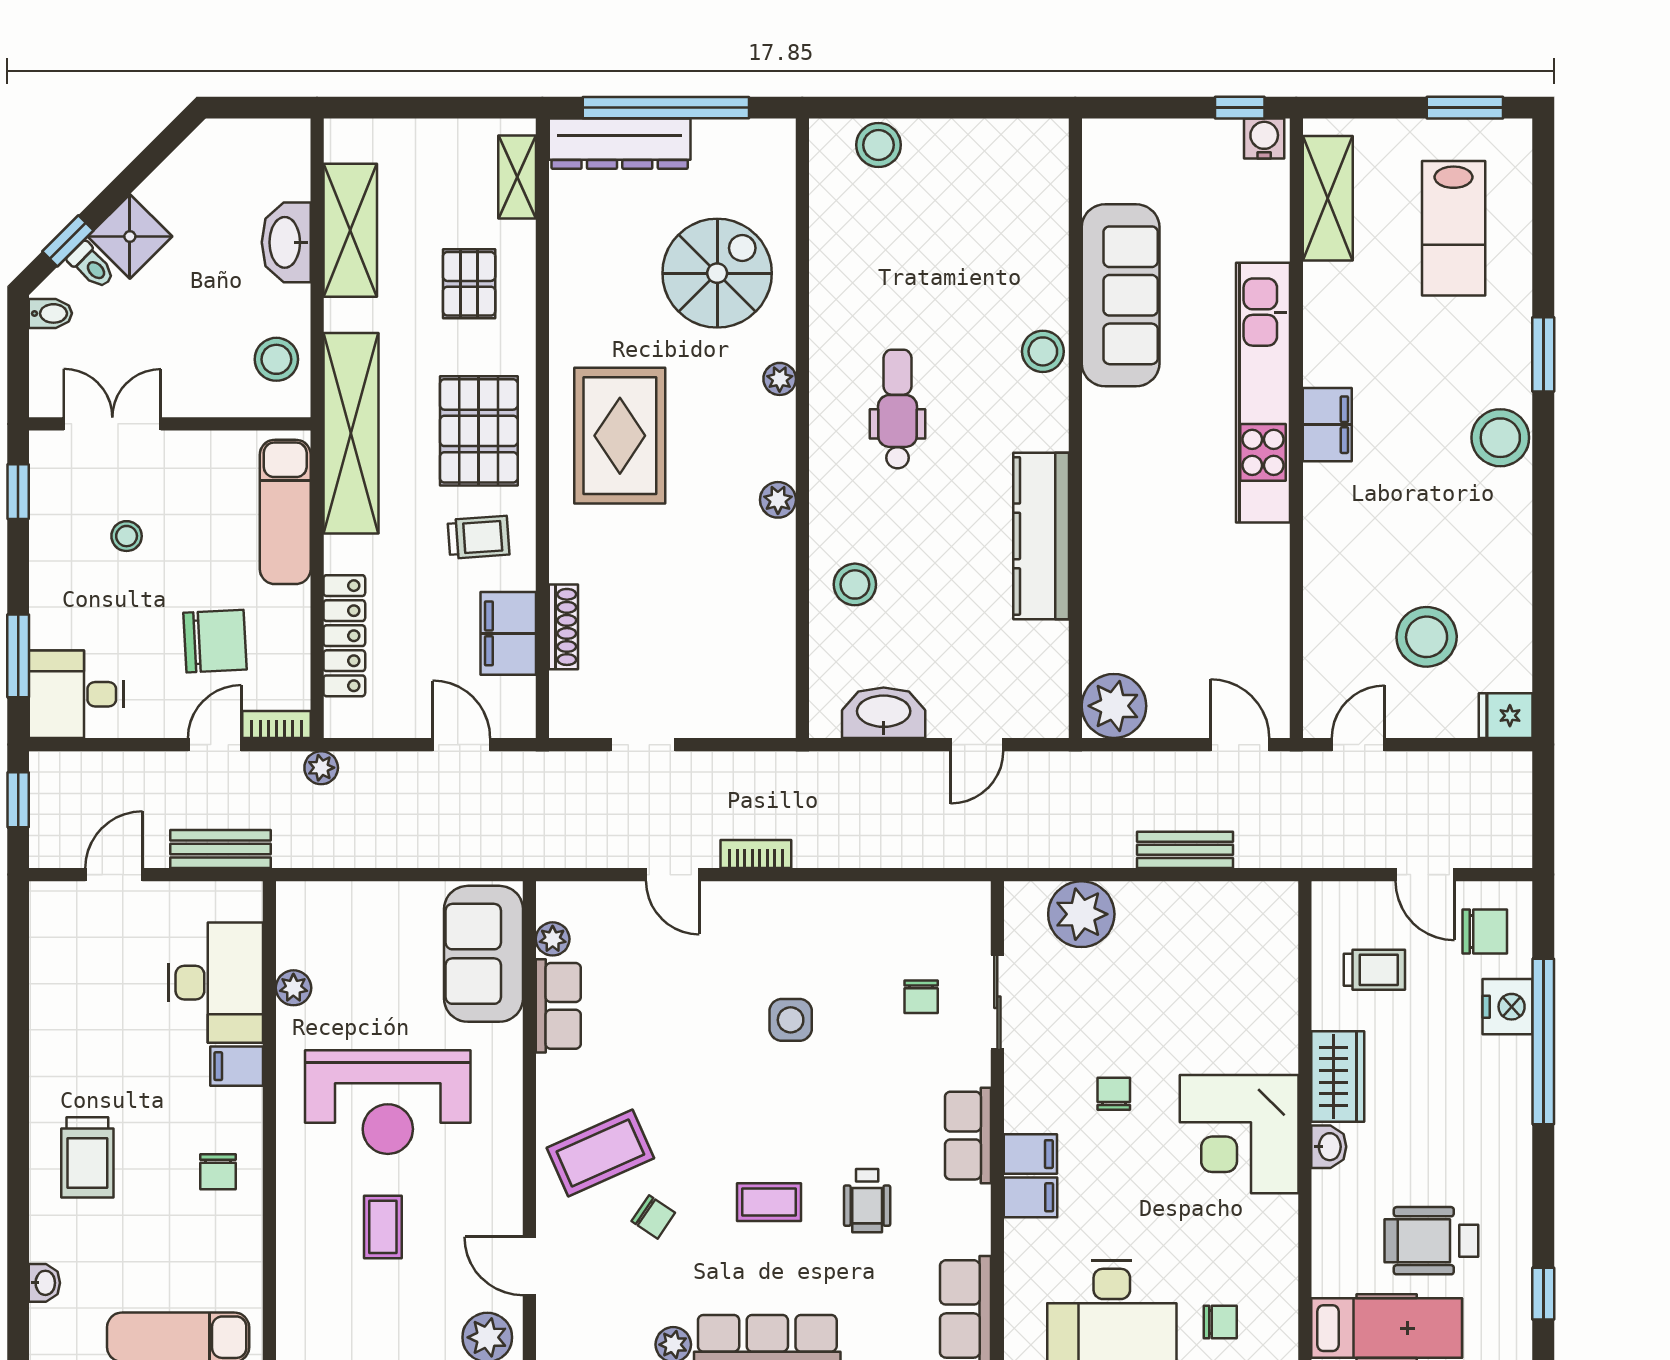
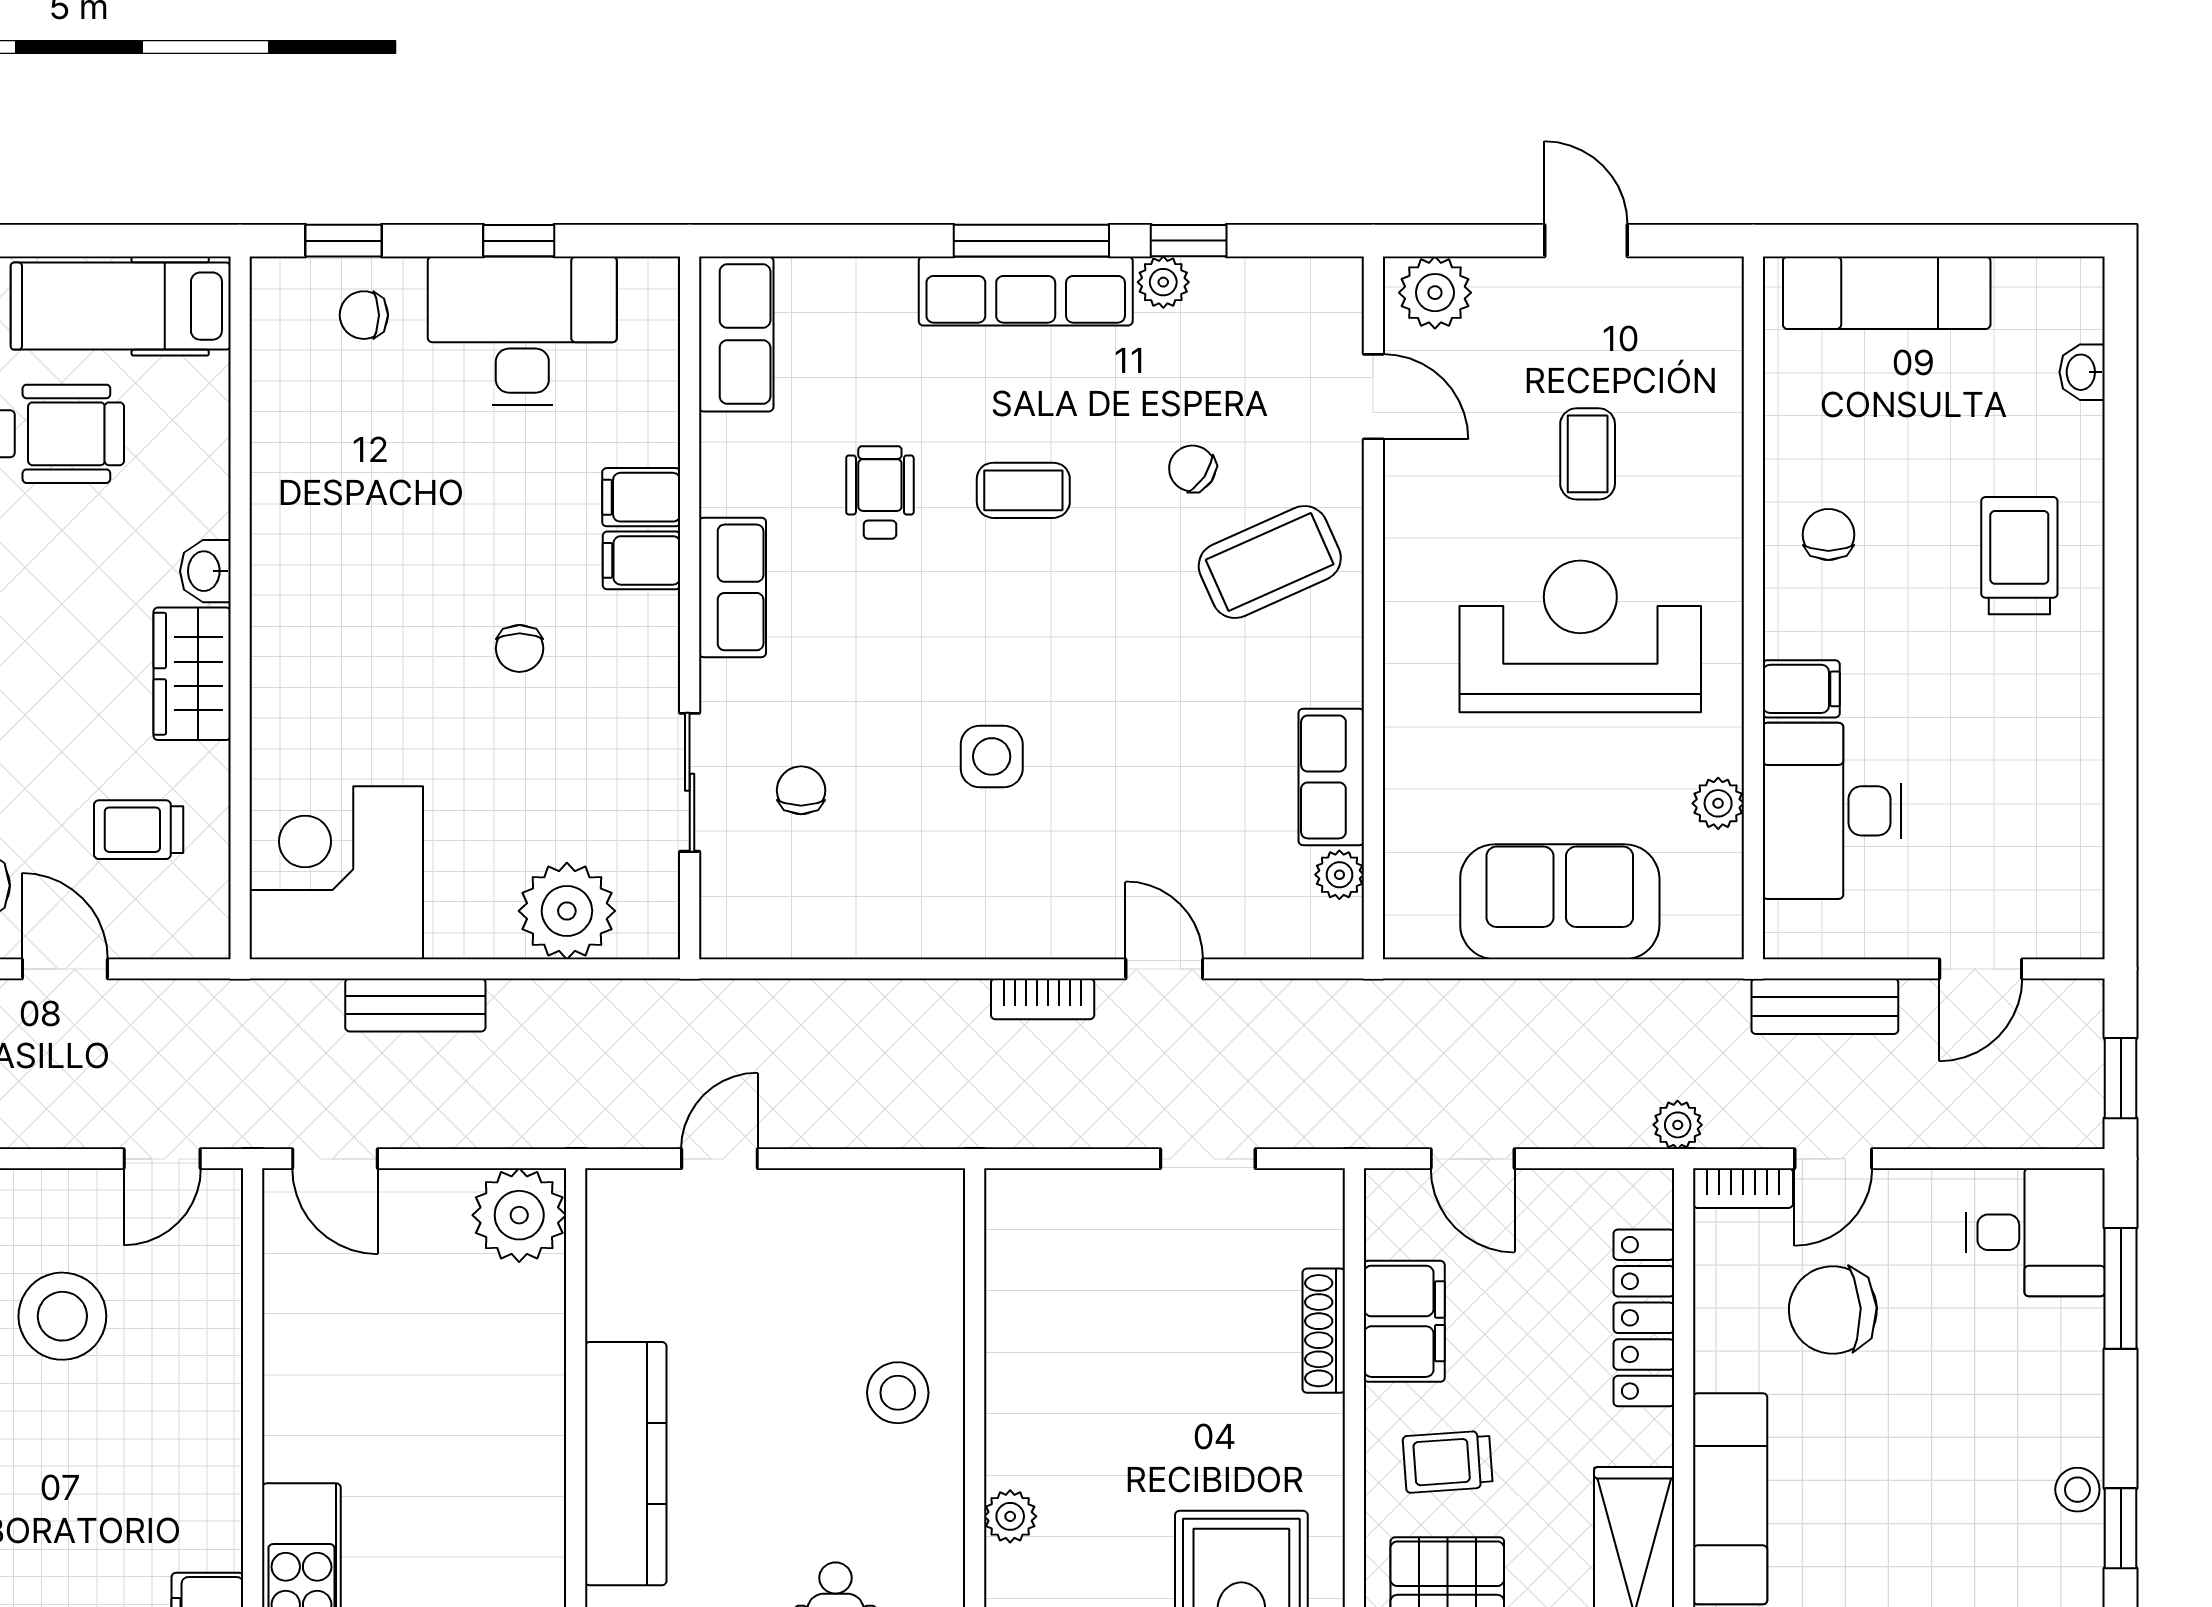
stool: (127, 536) -> (2077, 1490), moved
washbasin: (884, 713) -> (856, 1205), removed
sofa: (484, 954) -> (1560, 902), moved, turned -90
corner desk: (1239, 1134) -> (336, 873), moved, turned -90

